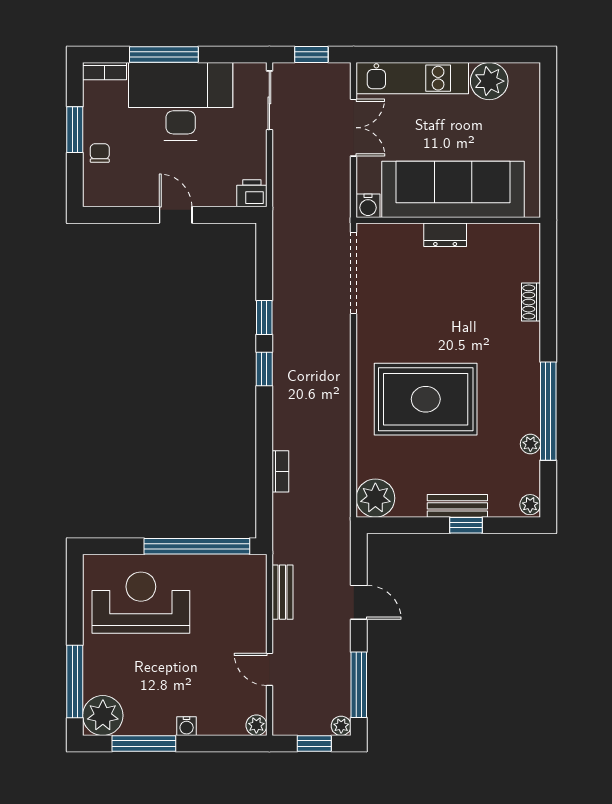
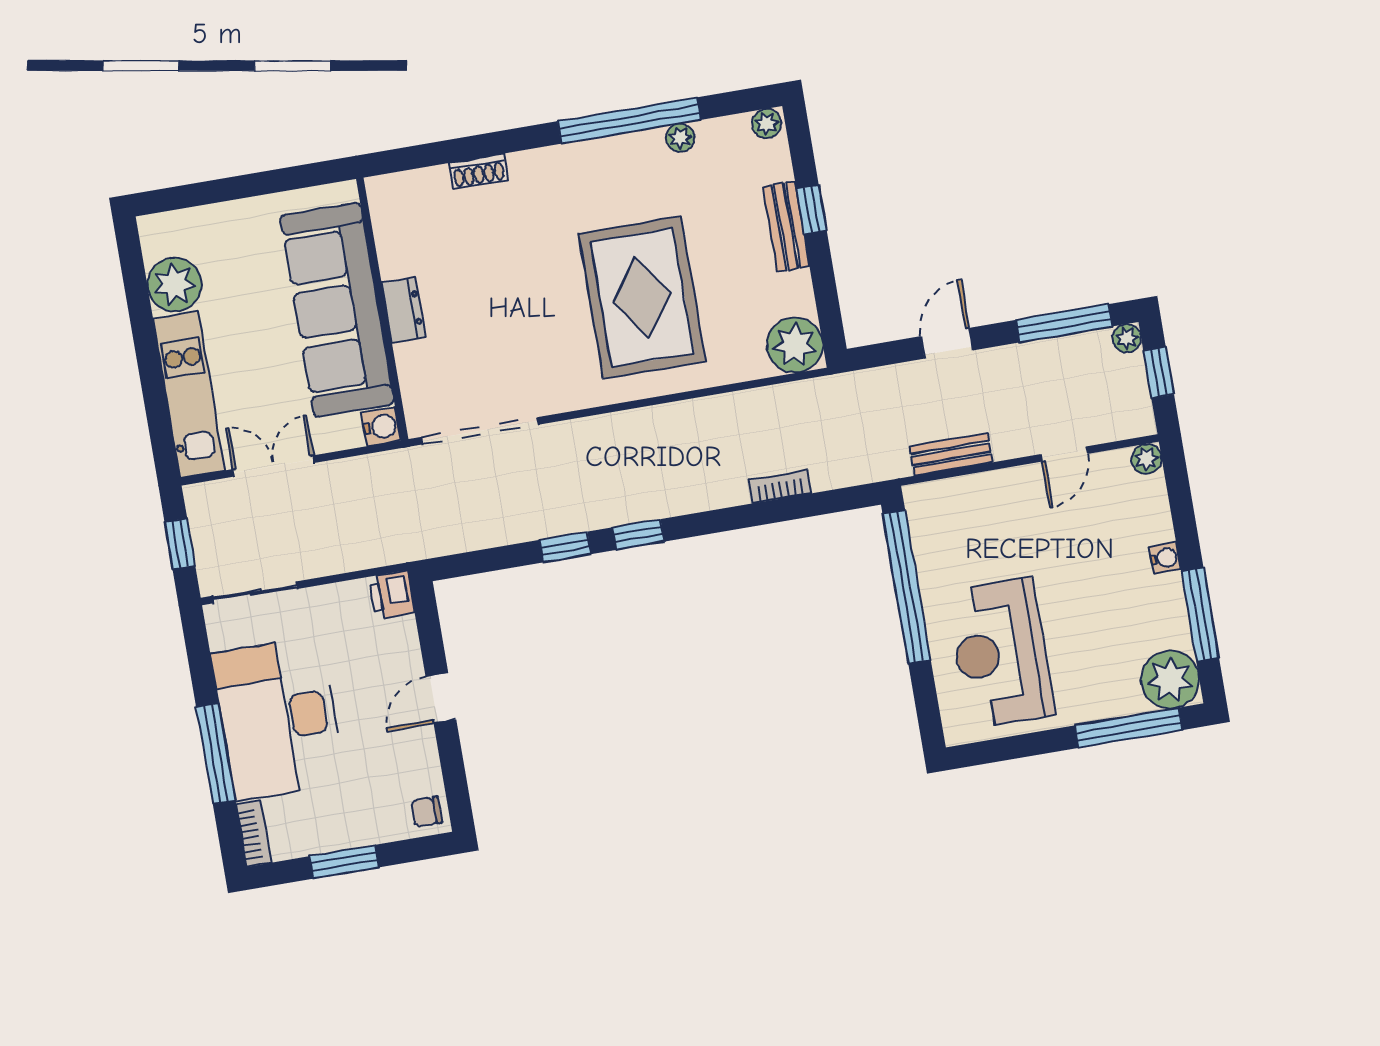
chair: (100, 153) -> (427, 812), moved

